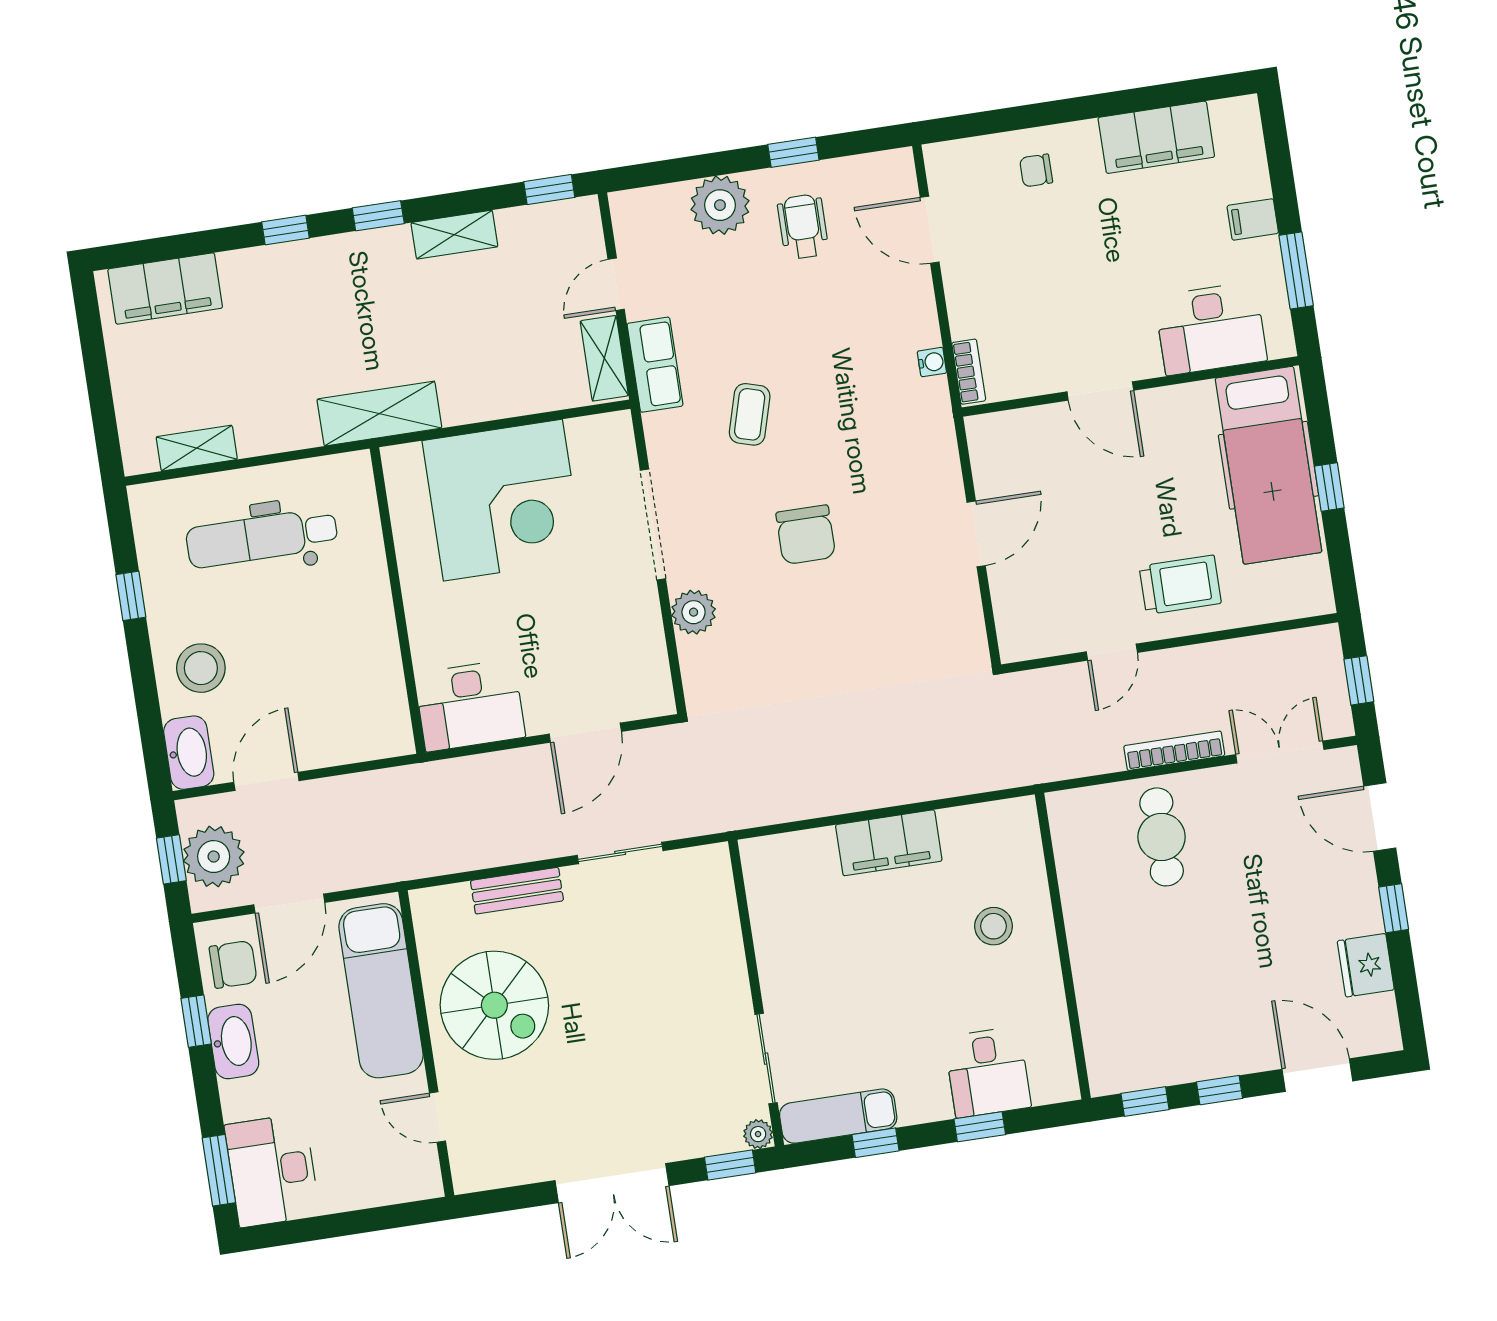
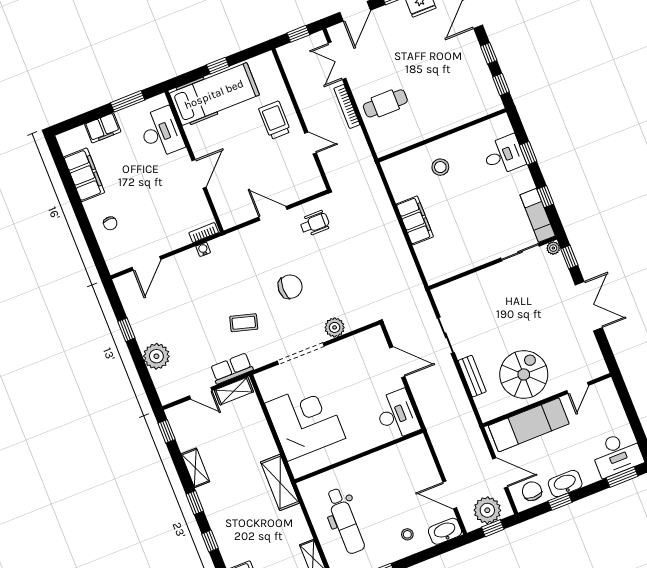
filing cabinet: (1253, 219) -> (103, 128), width x2.00
wheelchair: (803, 227) -> (315, 223), moved, turned 180
stool: (201, 668) -> (407, 534), width x0.53, depth x0.53

